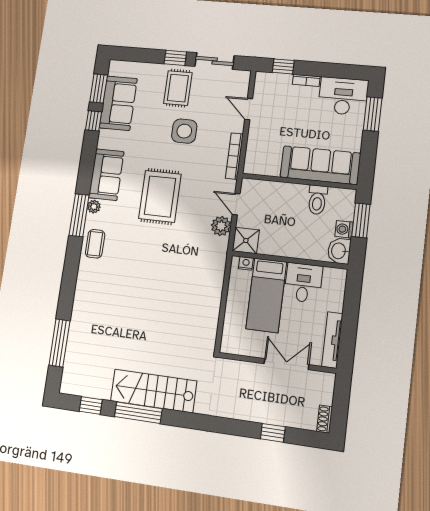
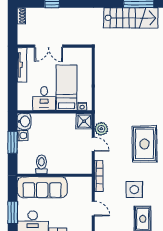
sofa: (320, 165) -> (42, 187), moved
wall: (299, 181) -> (55, 175), moved
toilet: (317, 200) -> (41, 164), moved

